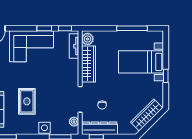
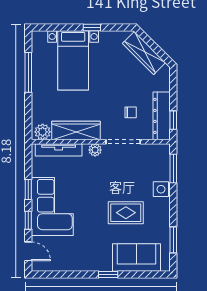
window: (65, 28) -> (28, 220), moved
tv unit: (74, 46) -> (59, 150), width x1.41
plant: (74, 122) -> (95, 150), moved

